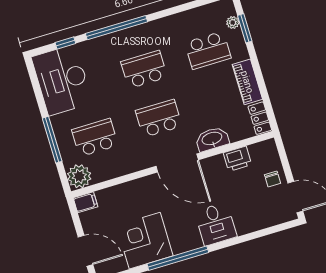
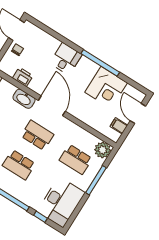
school desk: (159, 118) -> (37, 135), turned 180
filing cabinet: (85, 202) -> (119, 126), moved

